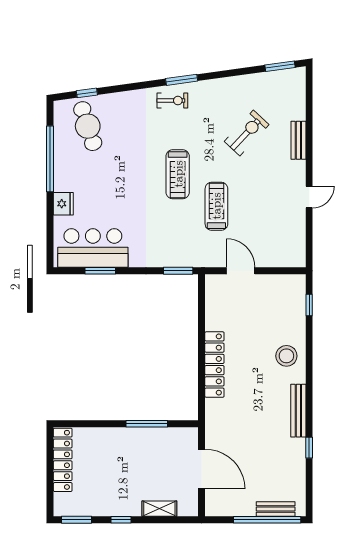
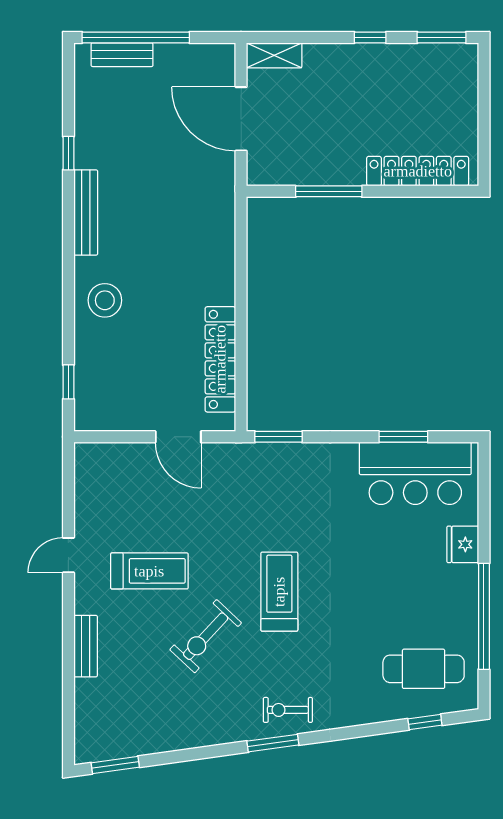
cafe table: (88, 126) -> (424, 669), turned -72
exercise bike: (247, 133) -> (206, 636), moved
treadmill: (216, 206) -> (149, 571), moved, turned -90
locker: (214, 365) -> (220, 359), moved
locker: (63, 460) -> (418, 171), moved, turned 90
shelving: (159, 509) -> (274, 55), moved

